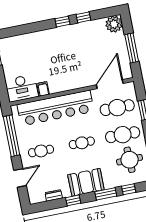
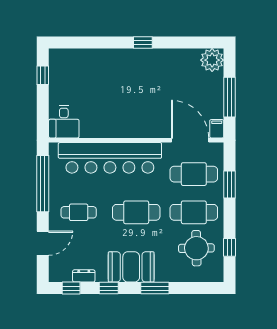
window: (83, 17) -> (172, 42), removed
door: (110, 84) -> (190, 140), hinge flipped
desk: (22, 88) -> (64, 122), width x0.73
filing cabinet: (43, 89) -> (217, 129), moved
cafe table: (82, 143) -> (136, 212), width x1.37, depth x1.35
window: (129, 189) -> (71, 288), moved

